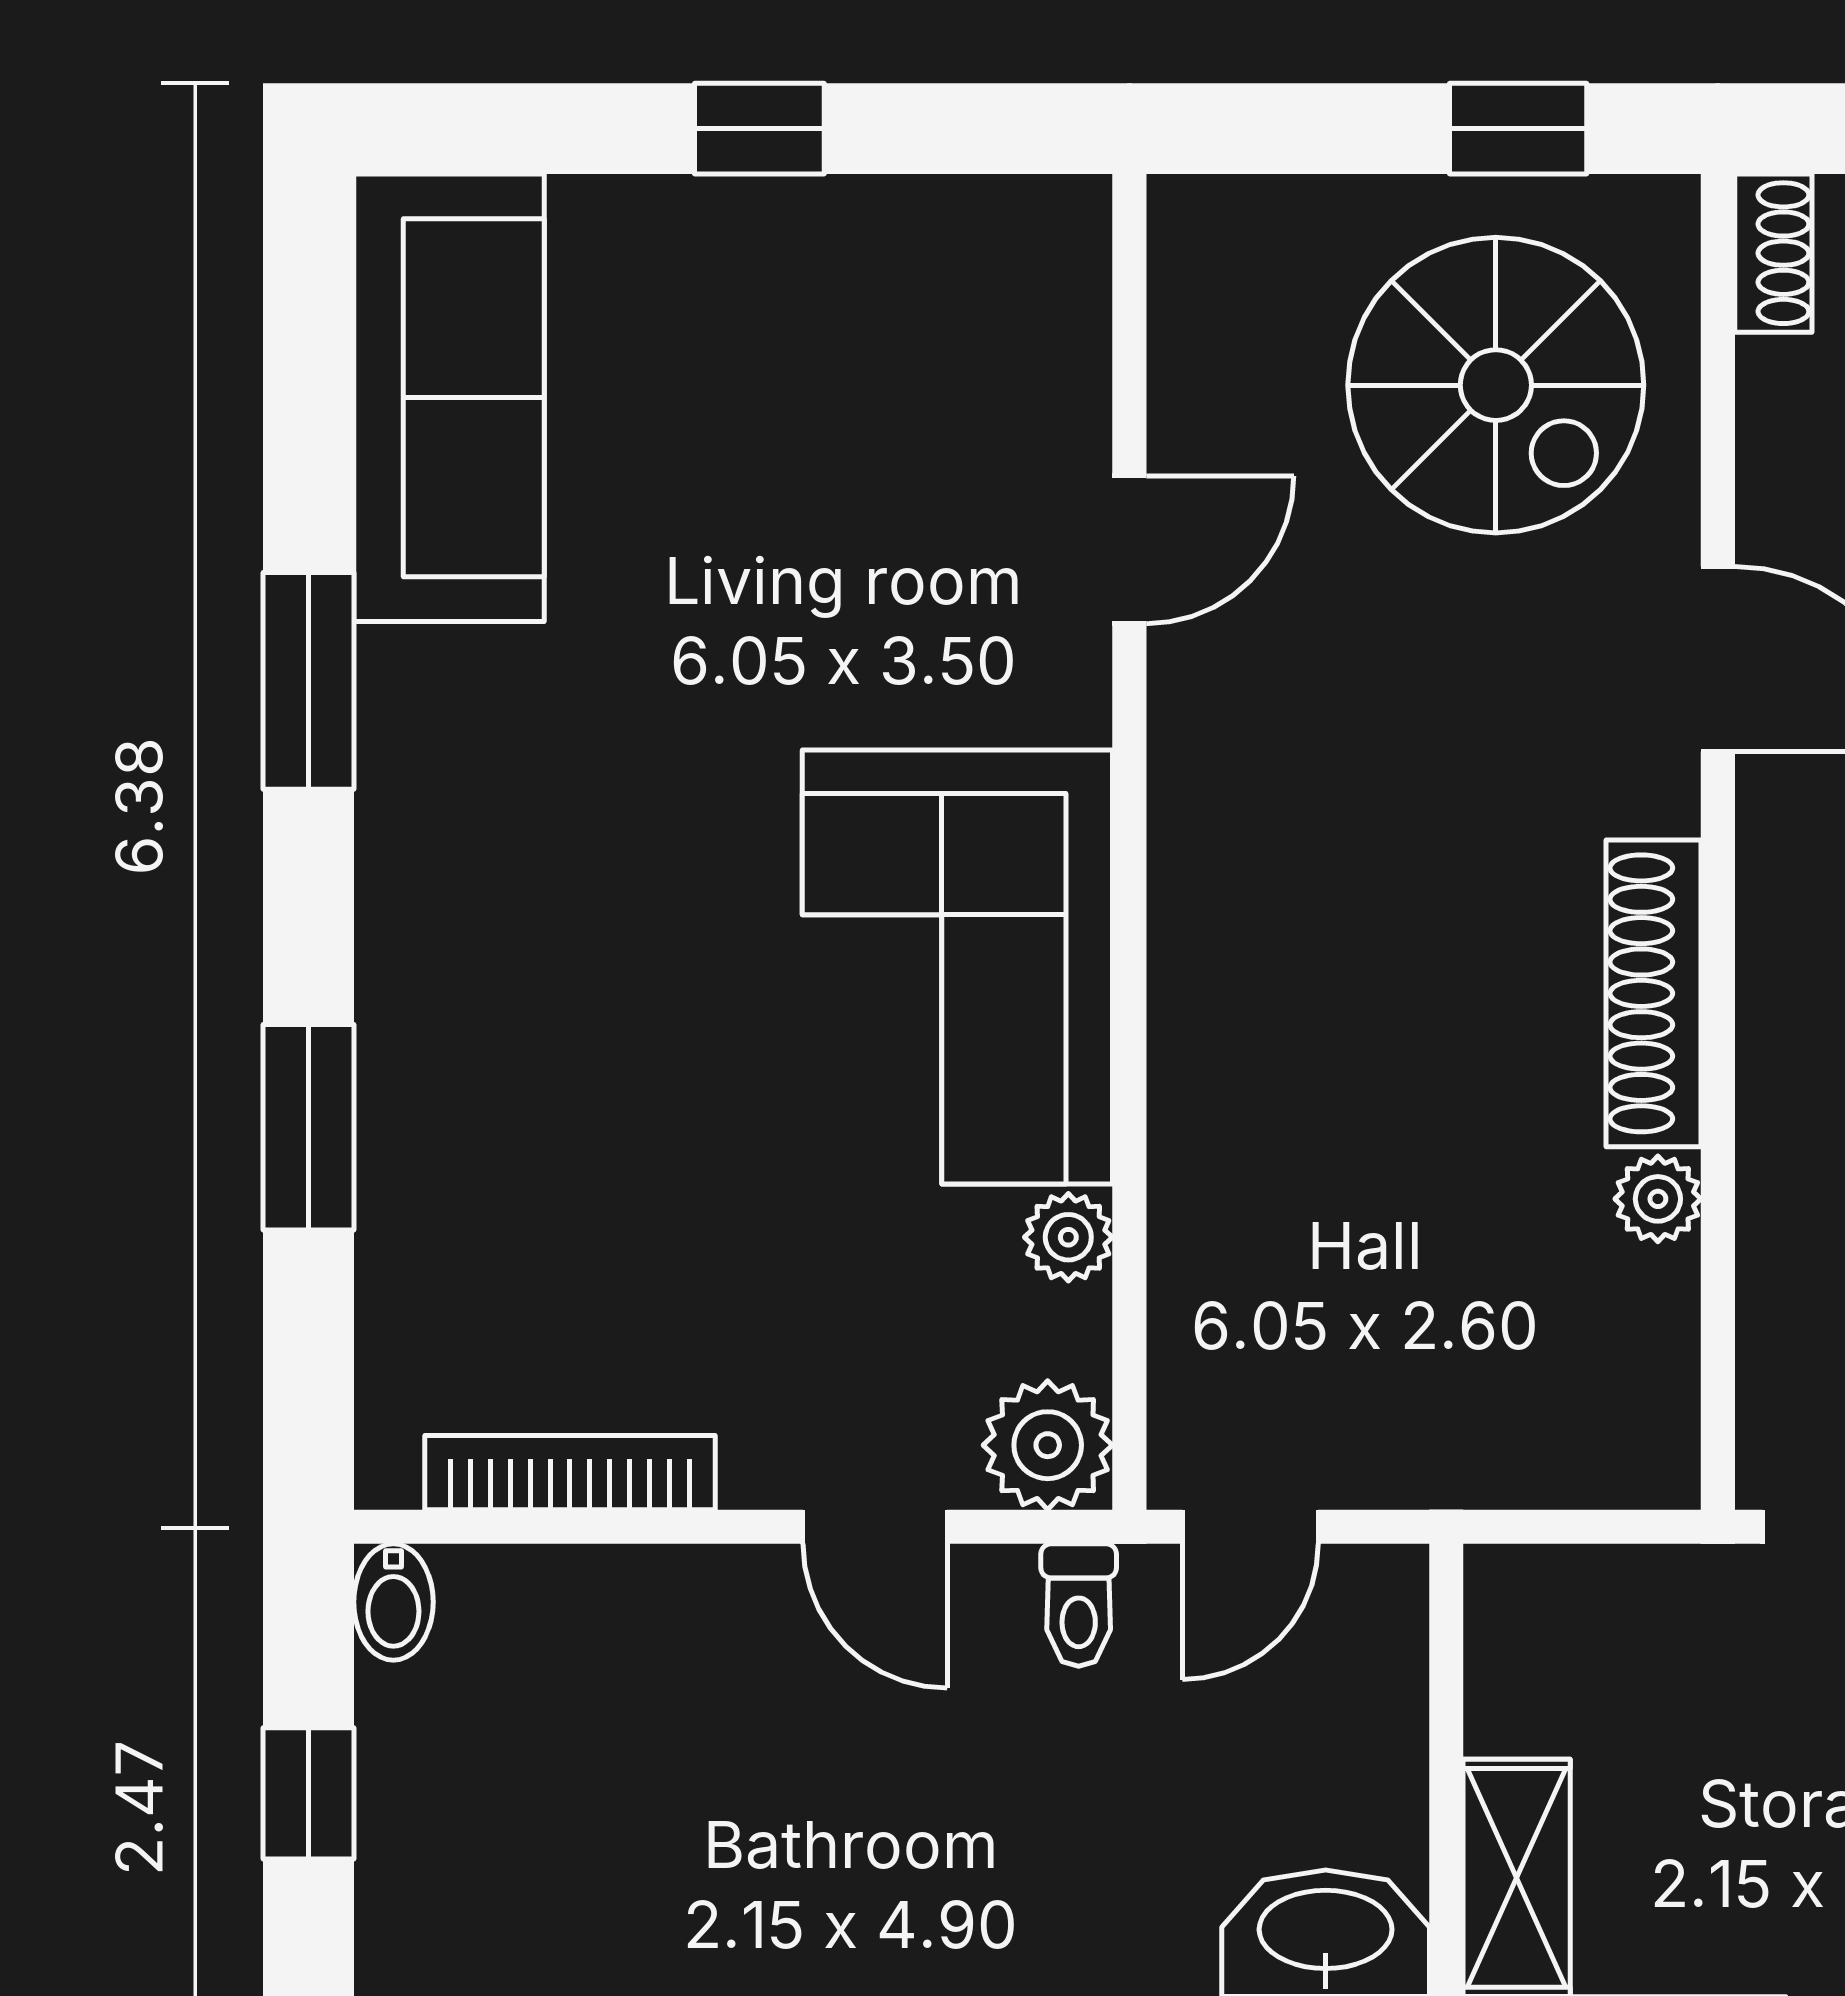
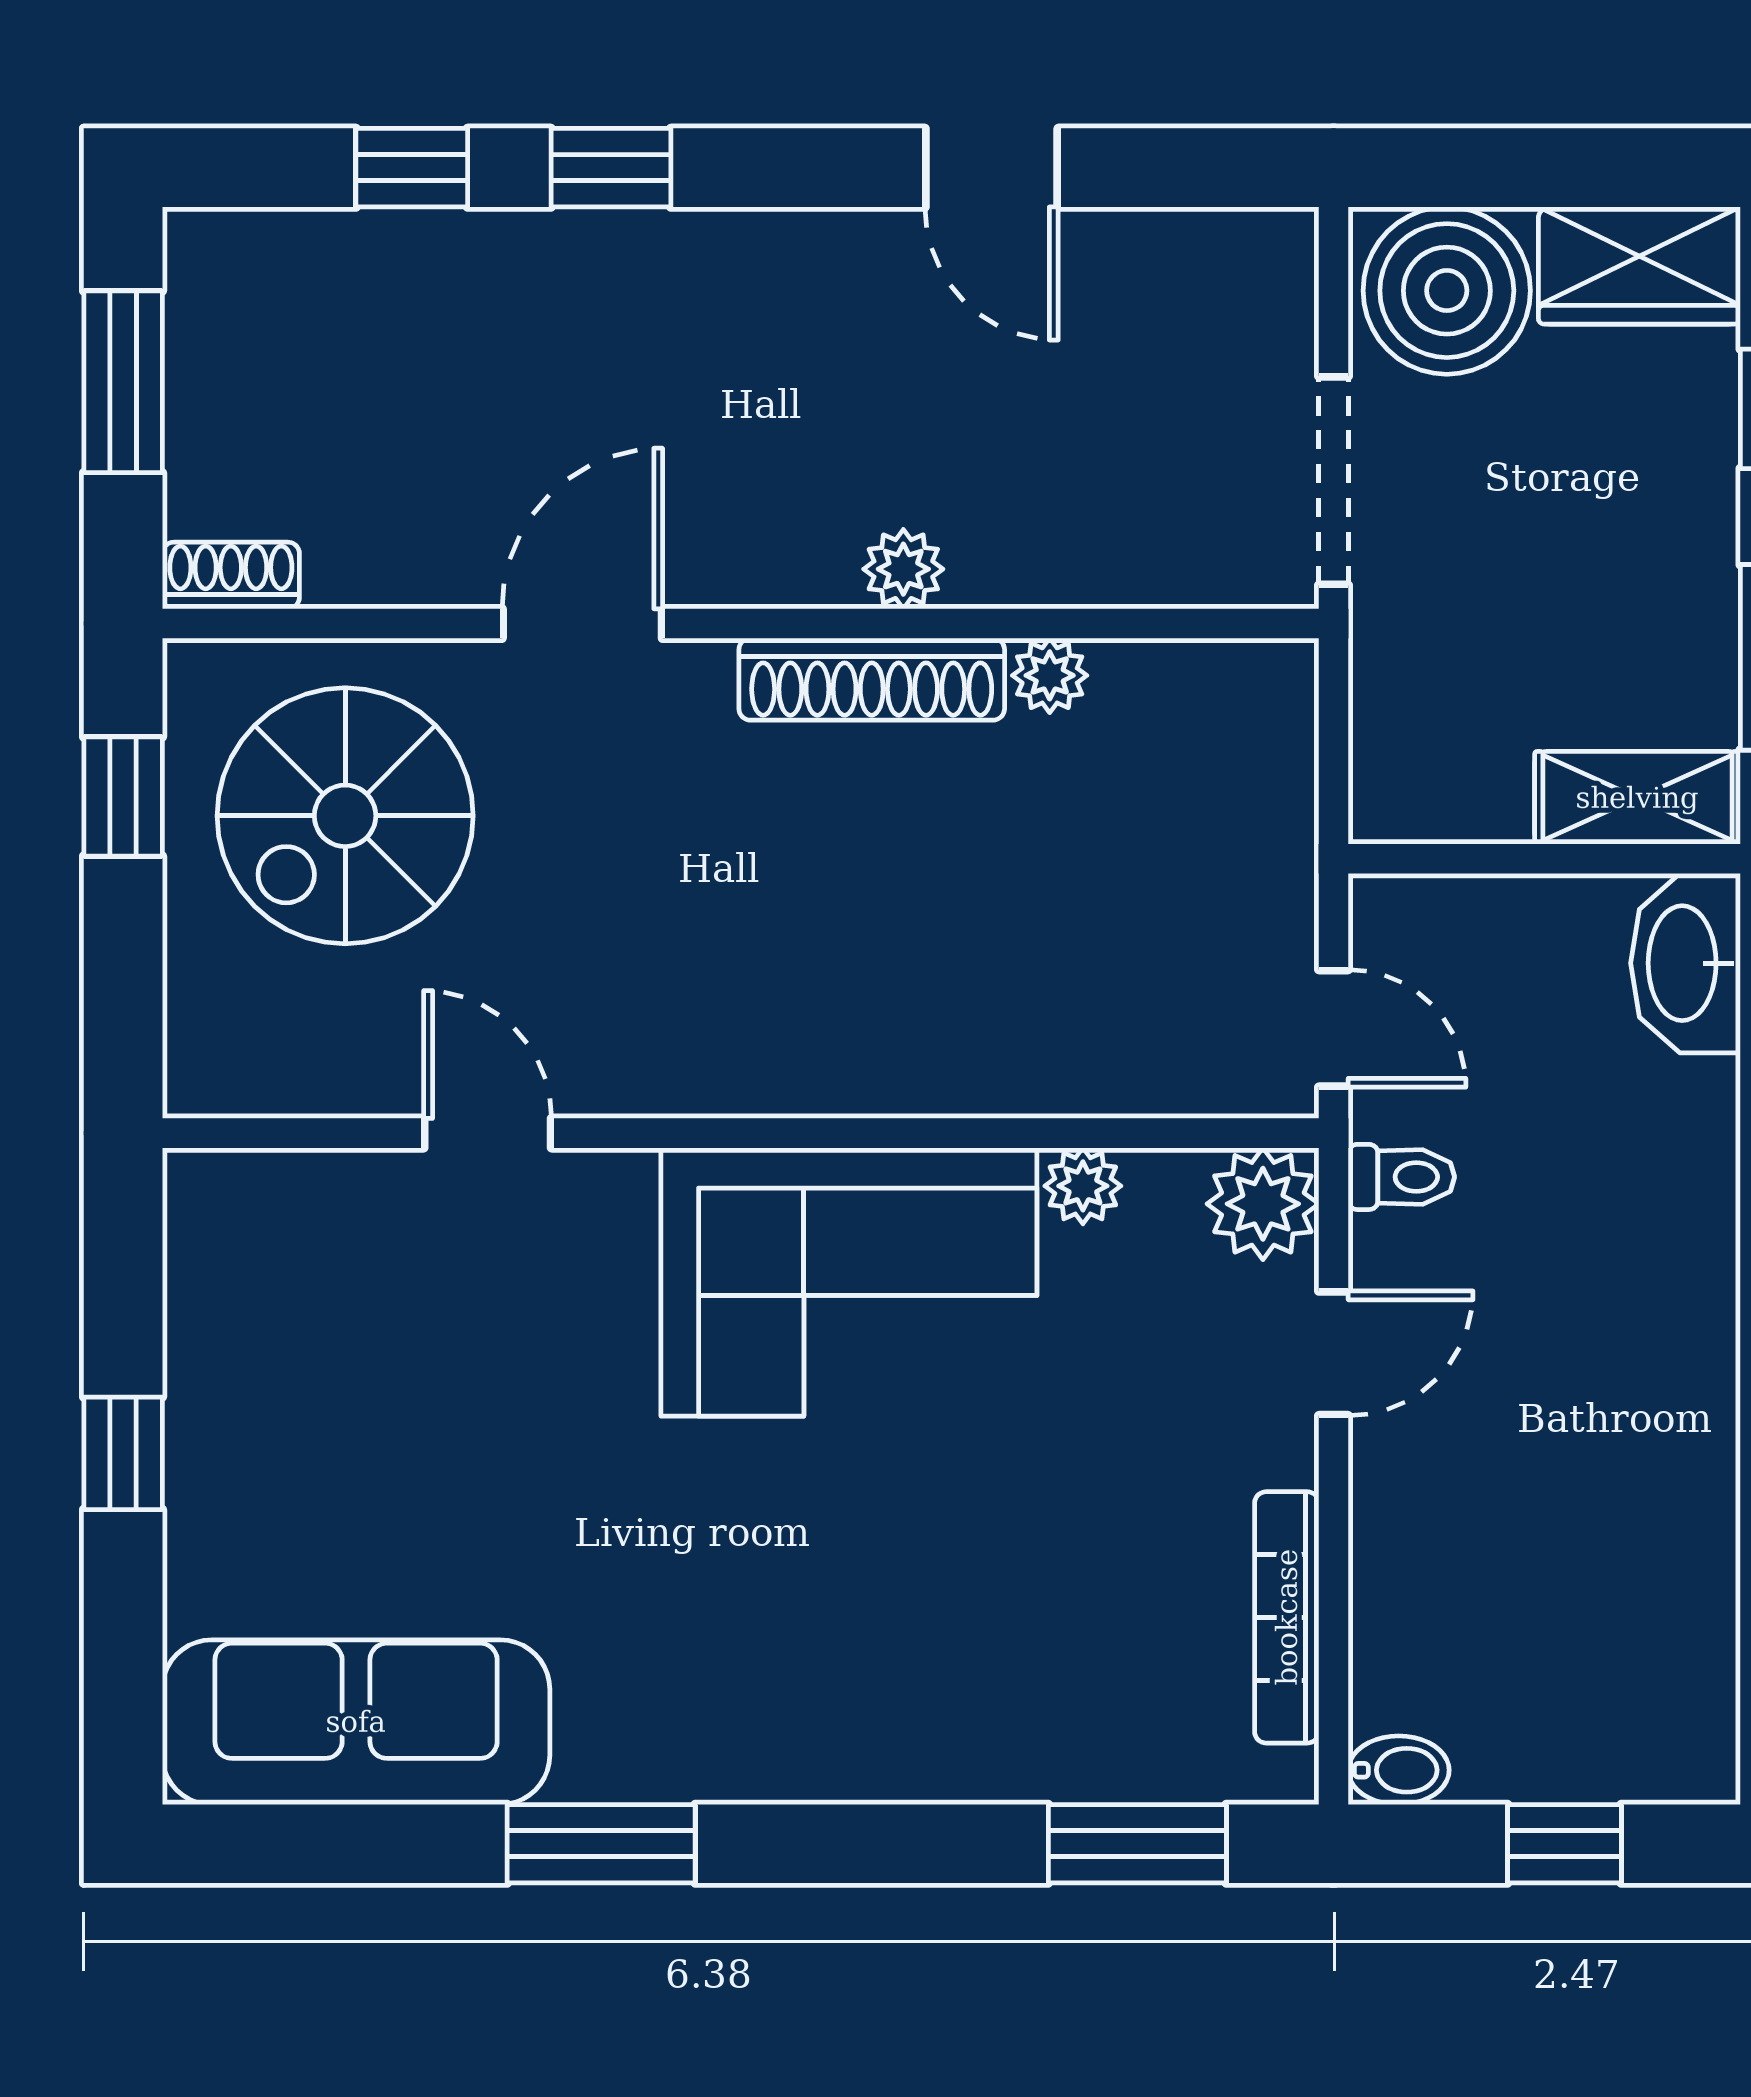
spiral stairs: (1496, 385) -> (345, 816), turned 180
plant: (1781, 1030) -> (903, 569), added
window: (309, 1127) -> (1137, 1844), moved

